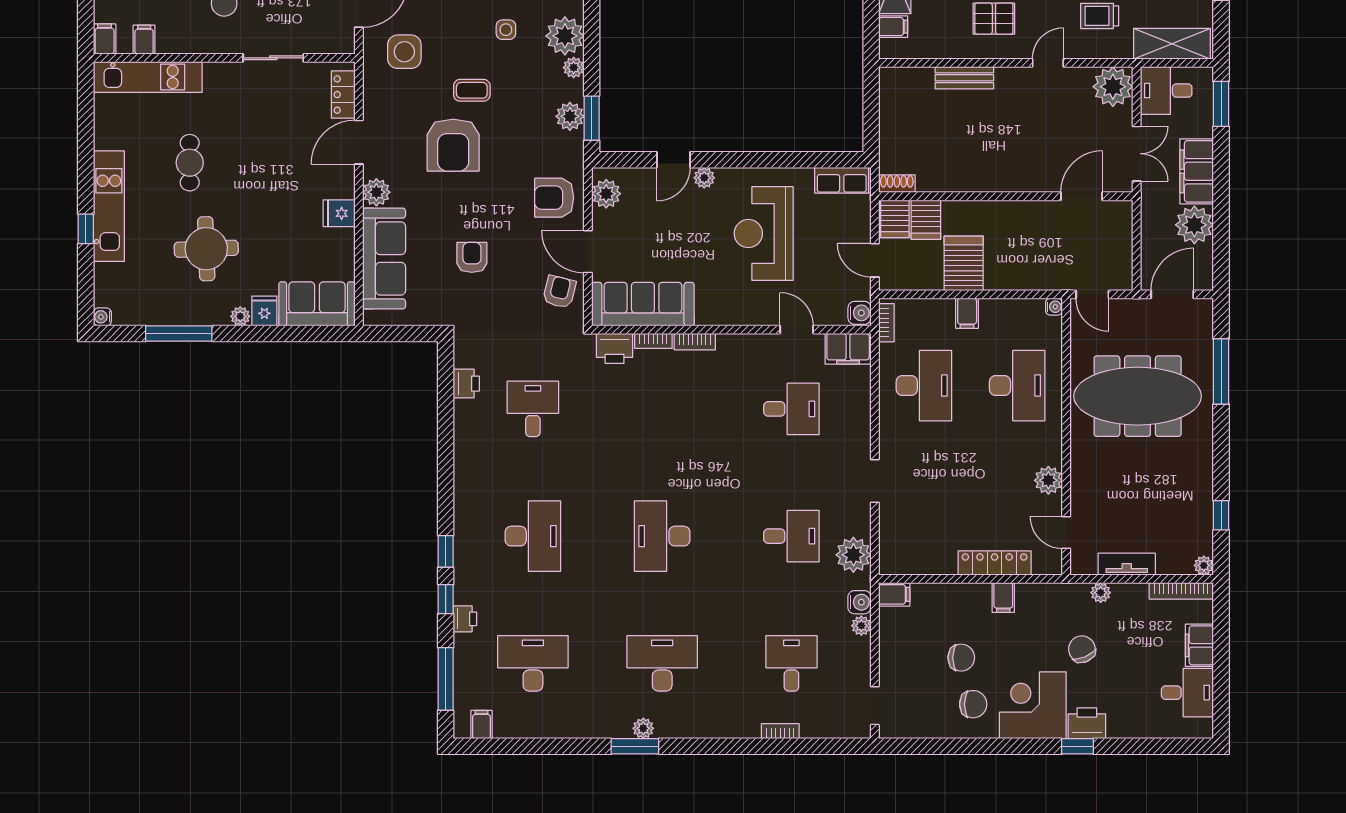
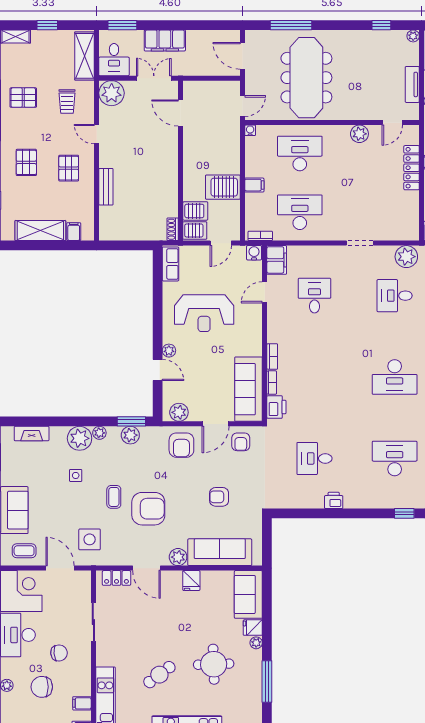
cafe table: (190, 163) -> (159, 675), turned -37
plant: (1194, 225) -> (199, 42), removed
armchair: (559, 292) -> (241, 442), turned -104
printer: (466, 384) -> (334, 500), moved
desk: (791, 536) -> (395, 296), turned -90

